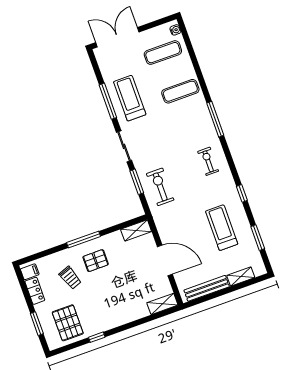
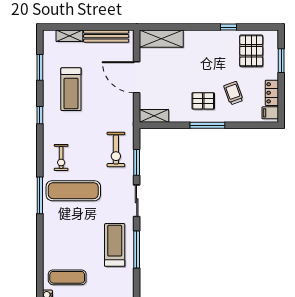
exercise mat: (180, 91) -> (73, 191), moved, width x1.36, depth x1.45
treadmill: (130, 98) -> (115, 245), turned 180
shelving: (162, 304) -> (161, 39), width x1.50, depth x1.33

